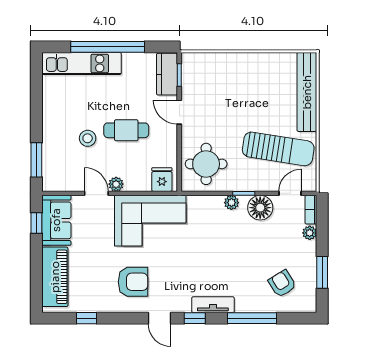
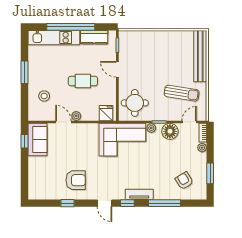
kitchen counter: (167, 74) -> (94, 37), moved, turned -90
stool: (88, 138) -> (44, 96), moved
sun lounger: (278, 149) -> (182, 93), width x0.73, depth x0.75
window: (36, 160) -> (24, 72), moved
corner sofa: (150, 221) -> (122, 140), moved
piano: (55, 277) -> (36, 176), removed
armchair: (133, 282) -> (76, 180), moved
window: (86, 318) -> (67, 203), moved

